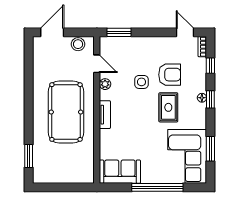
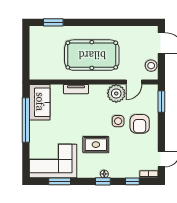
armchair: (170, 75) -> (140, 124), moved
plant: (105, 84) -> (116, 93), width x1.88, depth x1.88
tv unit: (105, 115) -> (76, 89), moved
window: (157, 187) -> (26, 120), moved

